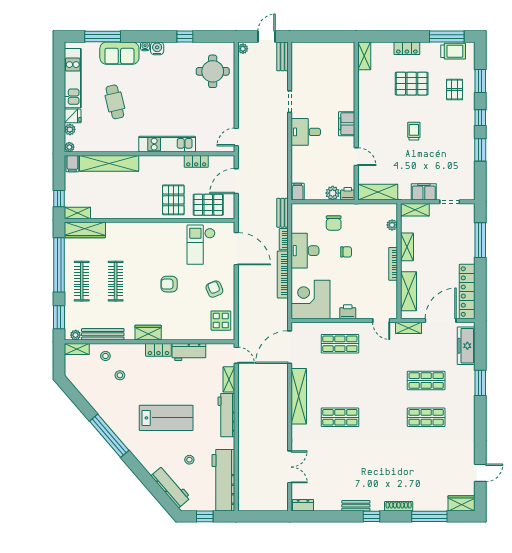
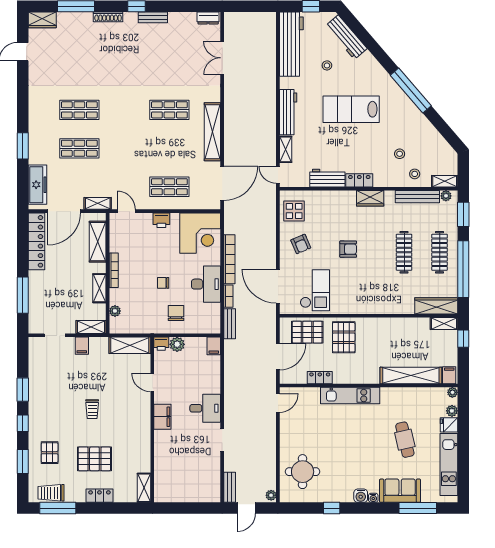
filing cabinet: (424, 192) -> (82, 346), width x0.50

